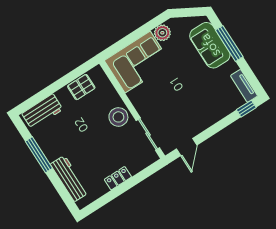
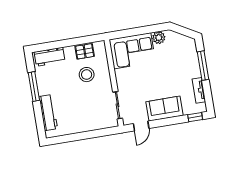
sofa: (210, 45) -> (165, 109), moved, turned 90
tv unit: (244, 86) -> (199, 90), moved
stool: (118, 117) -> (87, 75), moved
locker: (118, 178) -> (83, 127), removed

